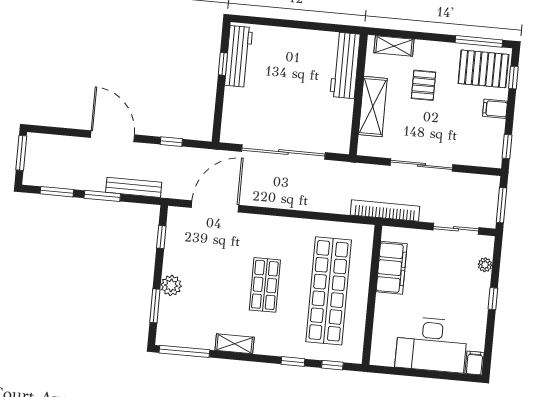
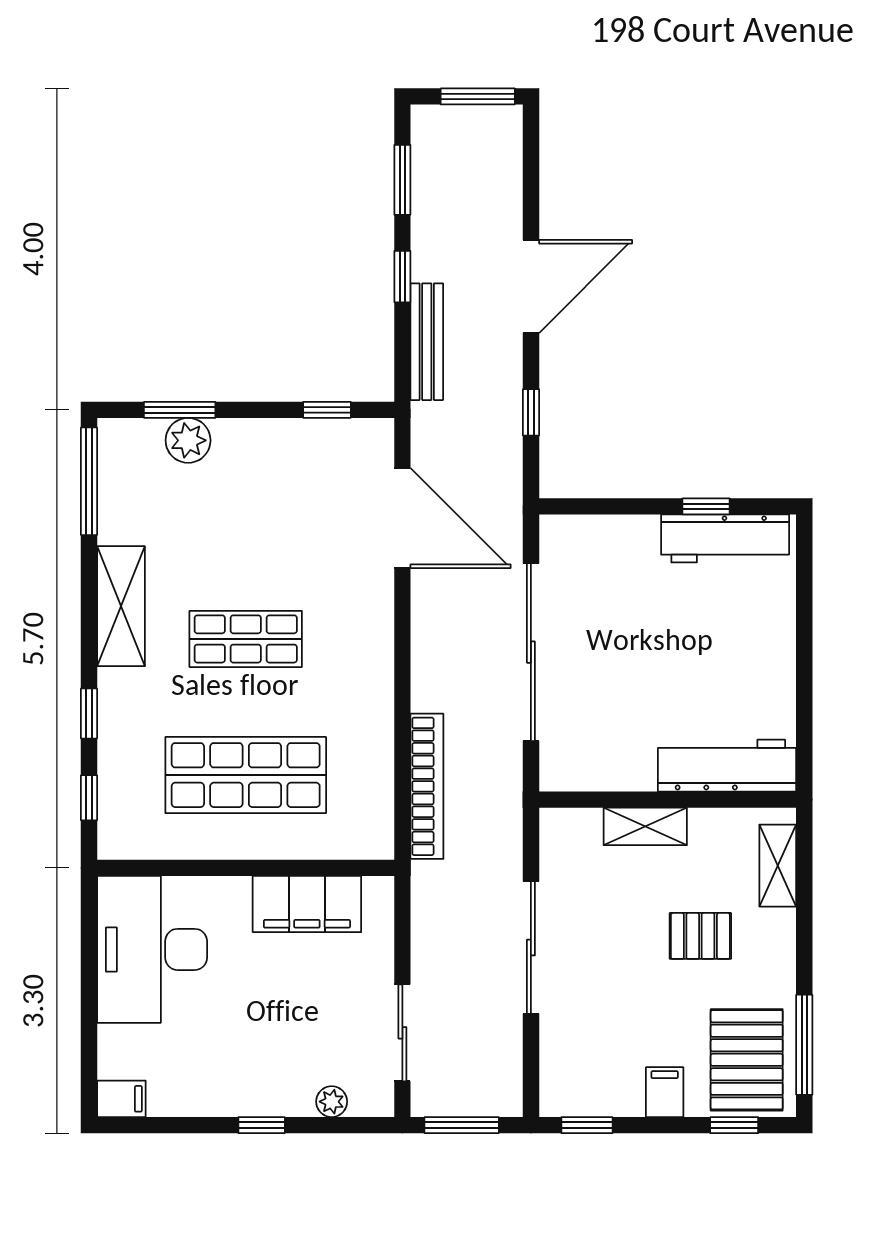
shelving: (373, 106) -> (645, 826), width x0.67, depth x0.75
window: (102, 196) -> (402, 277), width x0.67
bookcase: (385, 211) -> (427, 786), moved
plant: (171, 285) -> (188, 440), moved
shop shelf: (329, 291) -> (246, 775), width x0.71
shelving: (235, 344) -> (121, 606), width x1.50, depth x1.33
desk: (431, 345) -> (152, 949), moved

